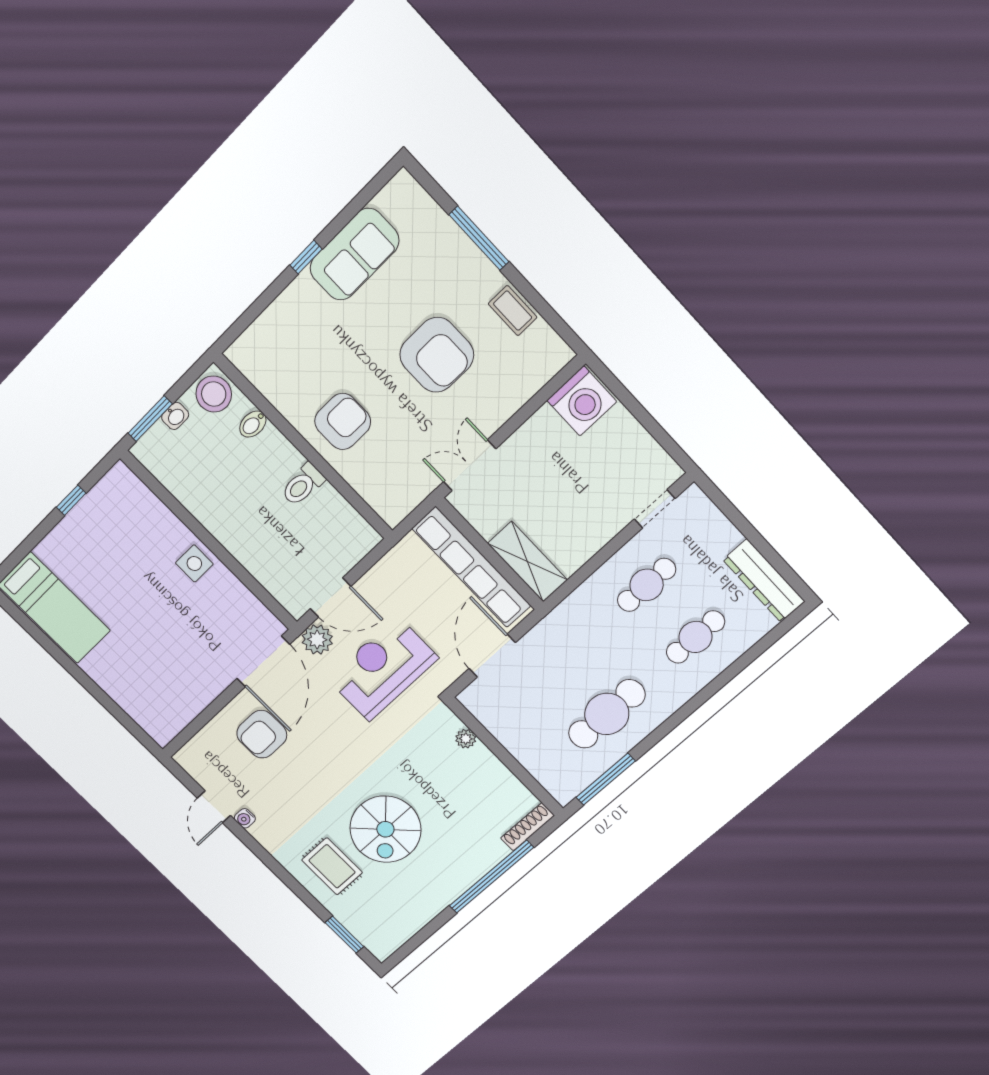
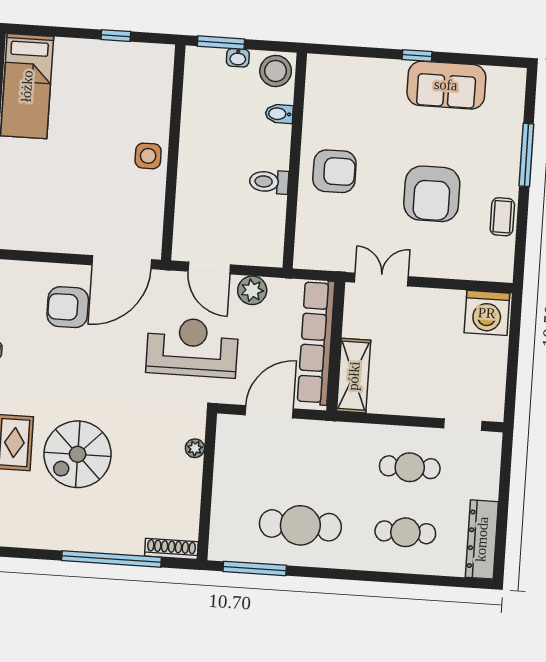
plant: (317, 640) -> (252, 290), moved

